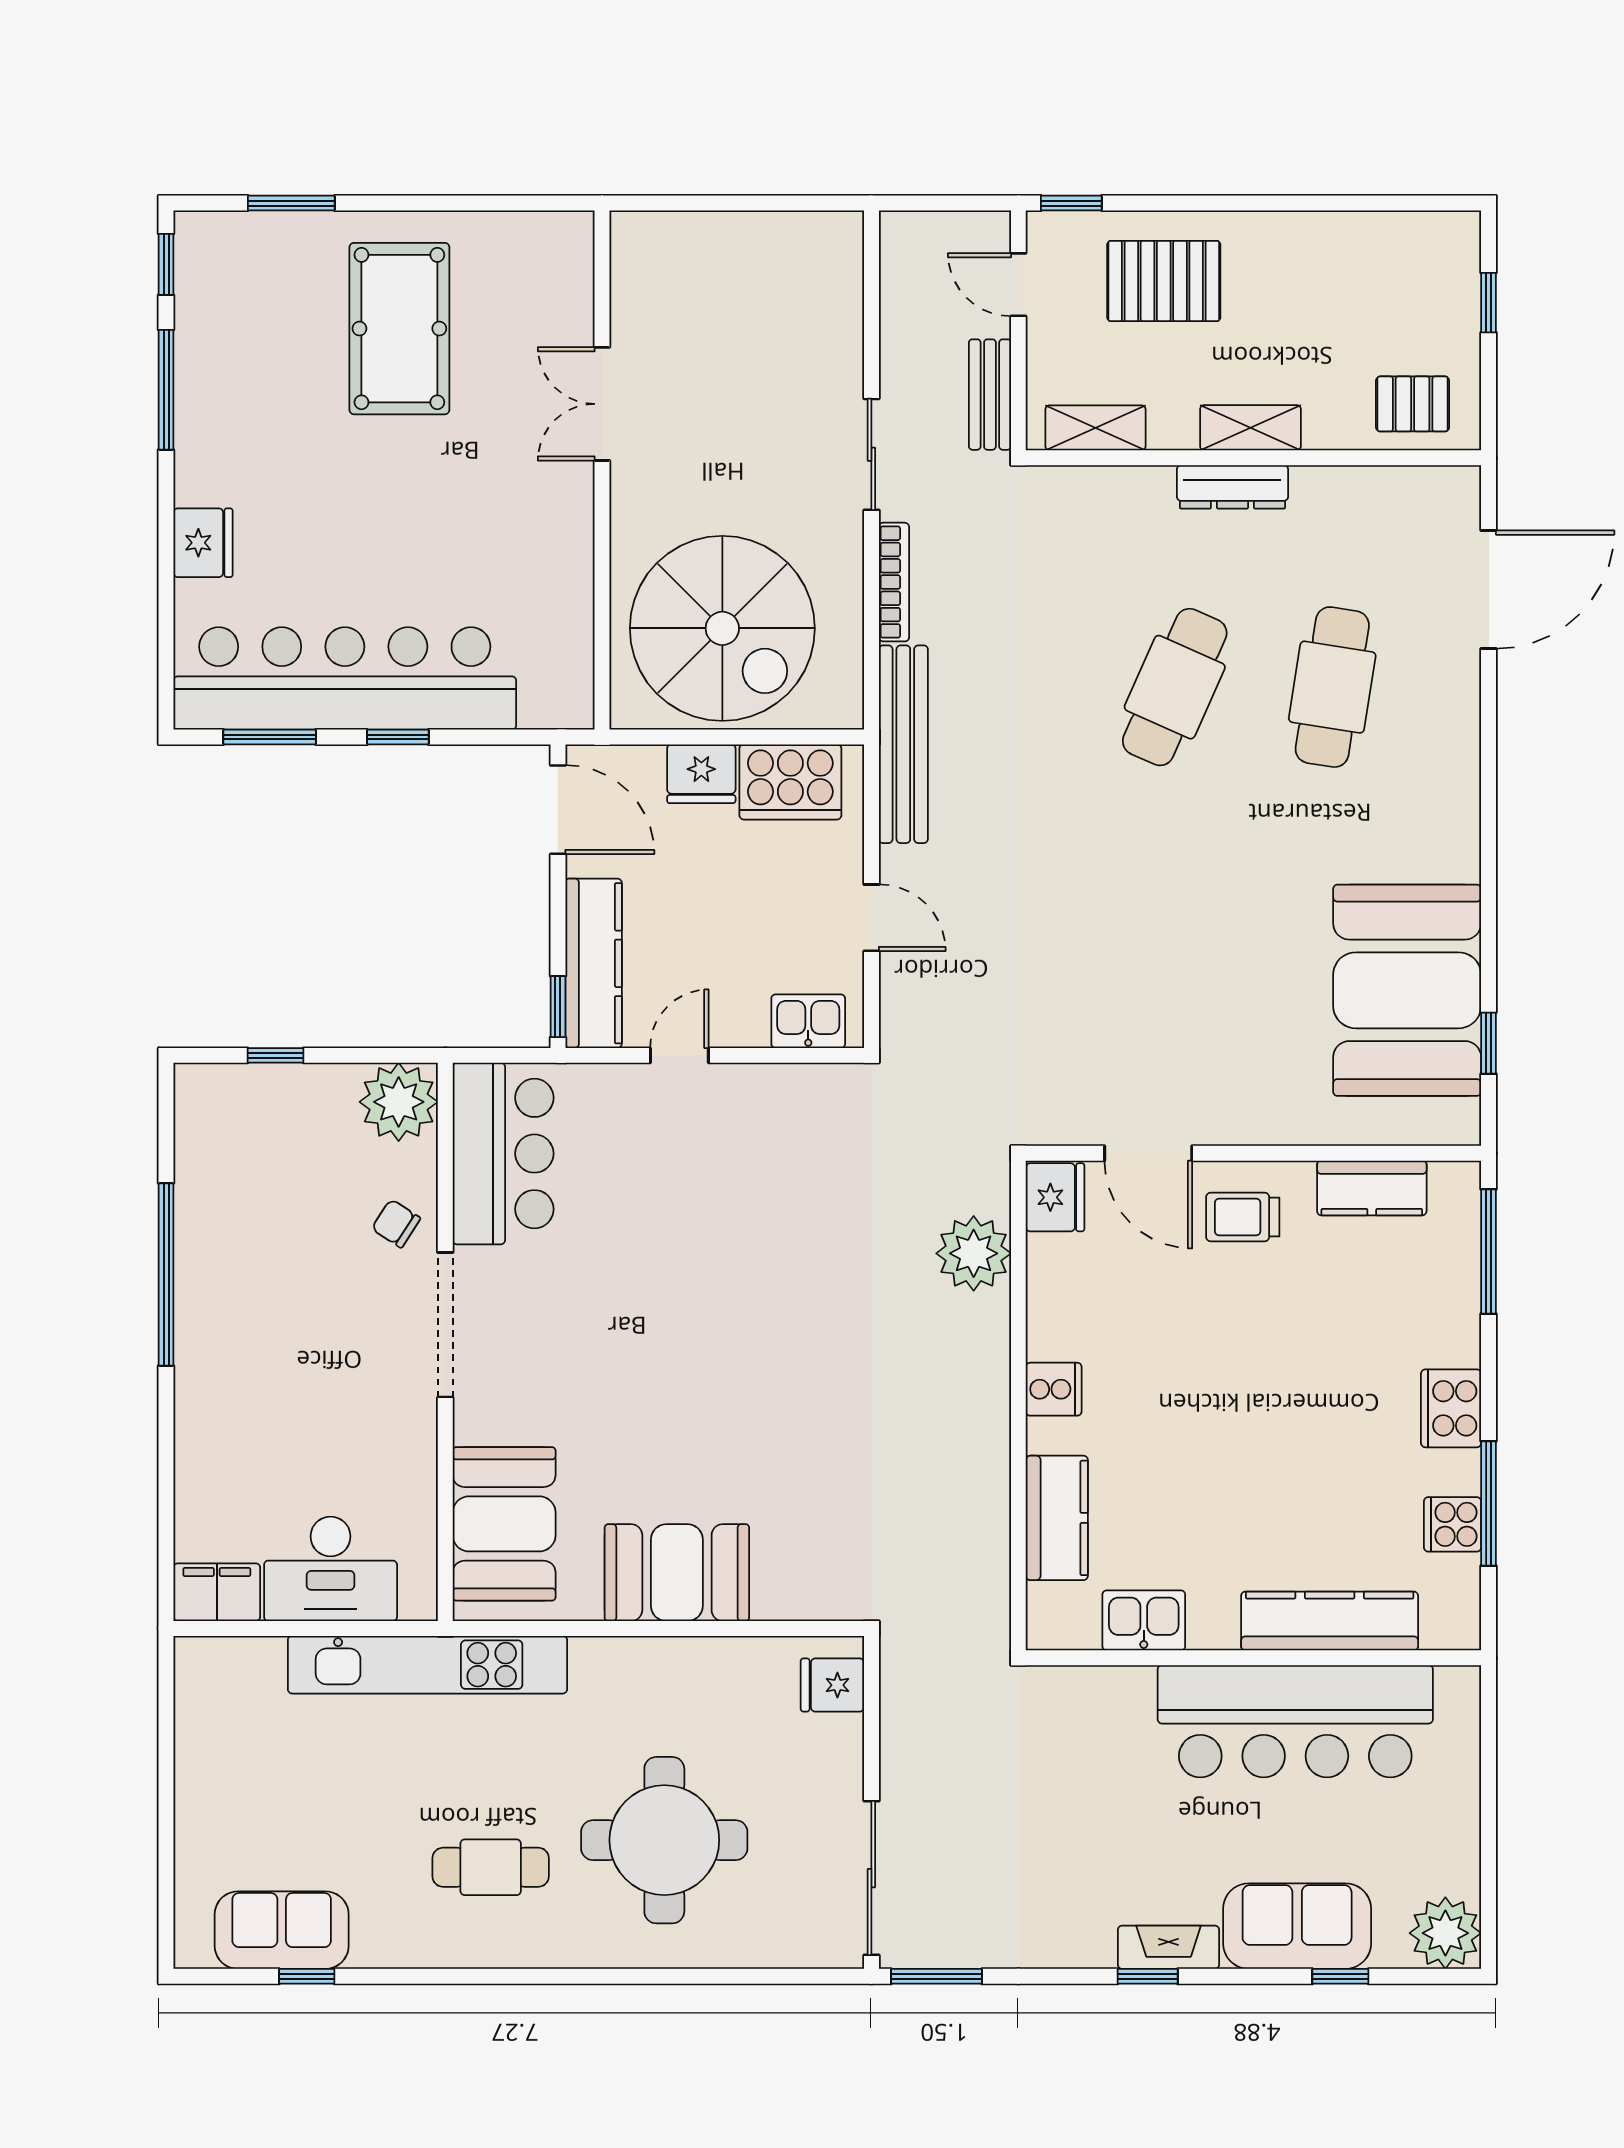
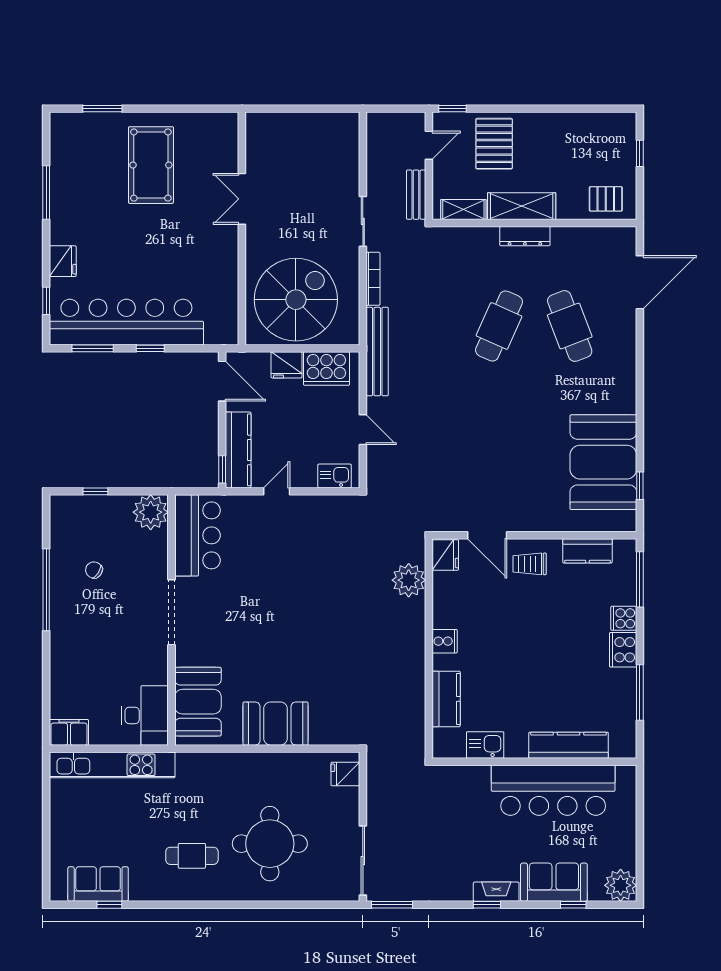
window: (166, 264) -> (46, 301), moved
pallet: (1164, 281) -> (494, 144), turned 90
door: (1018, 285) -> (429, 145), swing flipped
shelving: (1250, 428) -> (522, 206), width x1.50, depth x1.33
spiral stairs: (722, 628) -> (296, 300), turned -90
cafe table: (1332, 687) -> (570, 326), turned -30
chair: (396, 1223) -> (94, 570), moved
cooker: (1453, 1524) -> (624, 618), moved
desk: (331, 1569) -> (145, 715), moved, turned -90
kitchen unit: (427, 1665) -> (112, 765), moved

